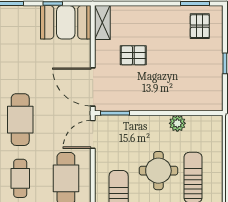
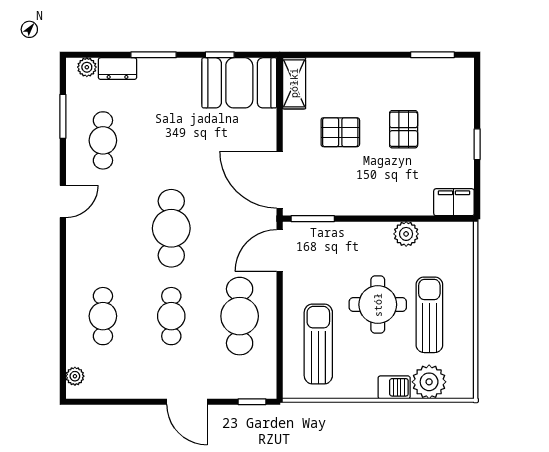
pallet: (200, 26) -> (404, 129), moved
filing cabinet: (209, 102) -> (454, 202), added

